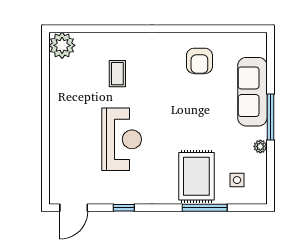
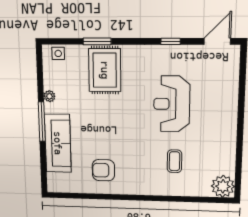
armchair: (199, 61) -> (103, 170), turned -90
side table: (237, 180) -> (58, 53), moved
window: (205, 208) -> (97, 41), width x0.69

